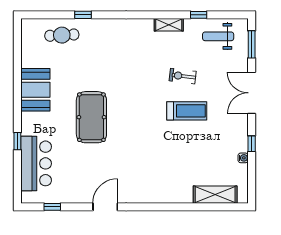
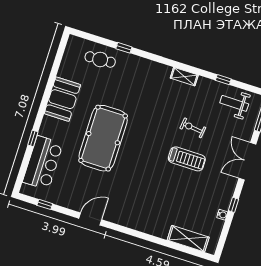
shelving: (169, 25) -> (184, 77), moved
pool table: (91, 117) -> (103, 138), width x1.36, depth x1.32

